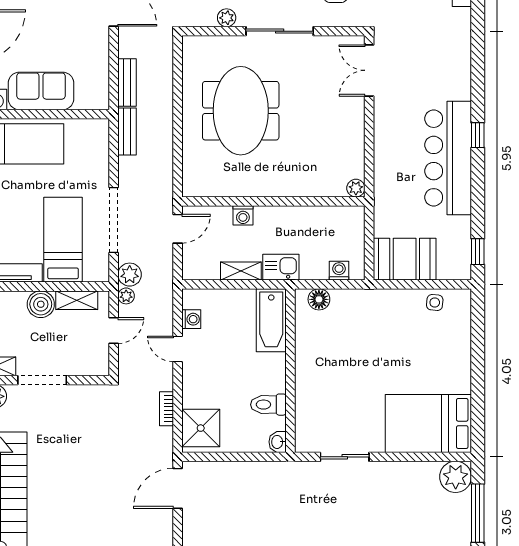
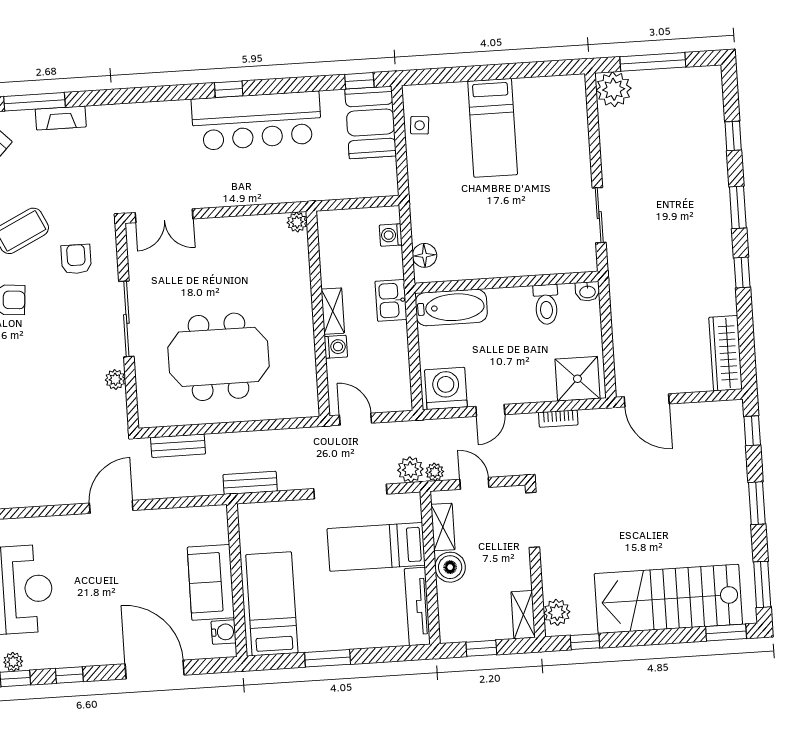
bench: (127, 82) -> (178, 446), moved
booth: (405, 259) -> (371, 122), moved
shelving: (241, 271) -> (333, 311), moved
washing machine: (191, 319) -> (446, 388), width x1.89, depth x1.89
doorway: (42, 380) -> (533, 520), moved
bed: (428, 423) -> (493, 128), moved, width x0.67

